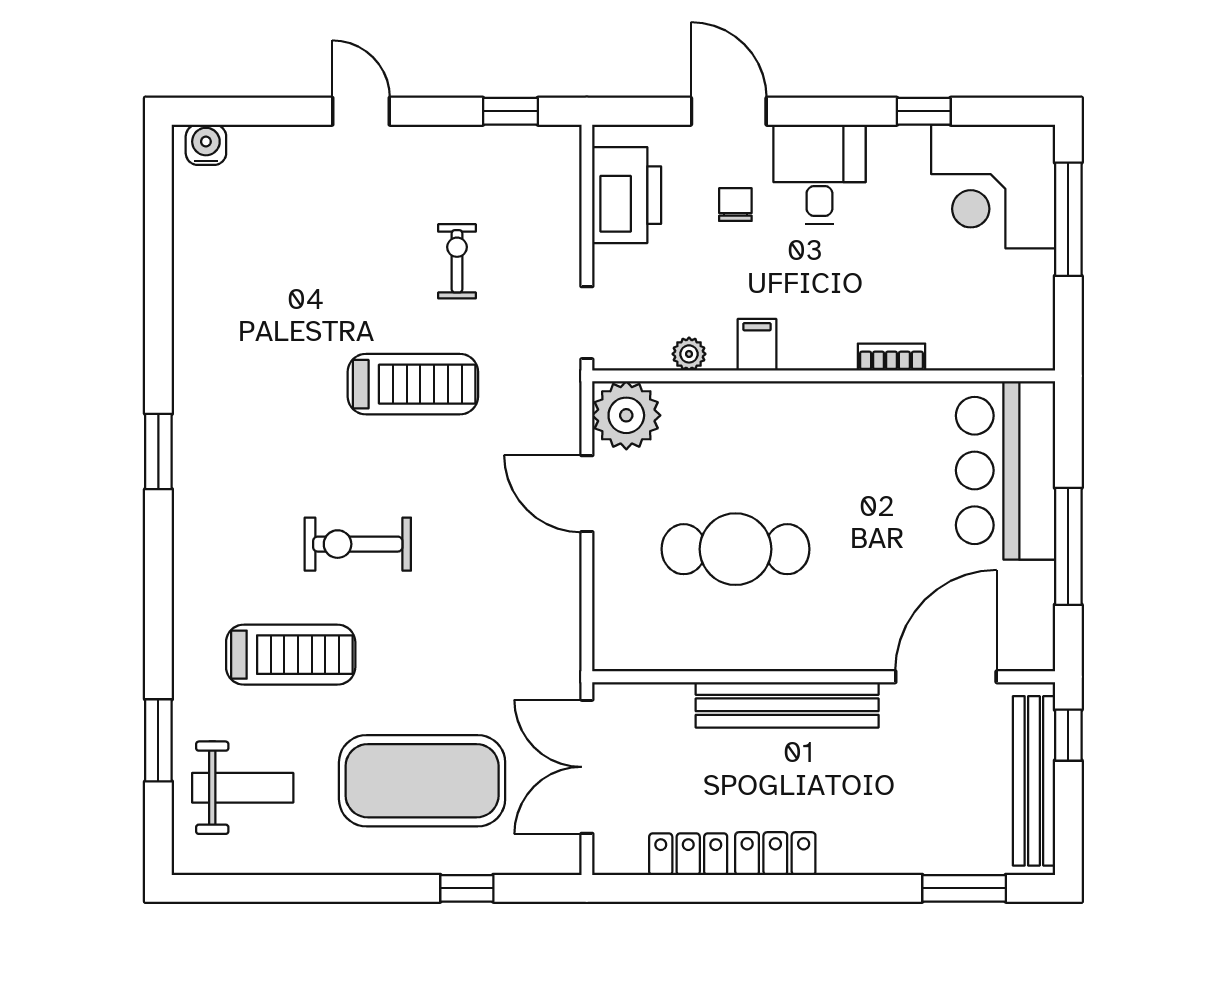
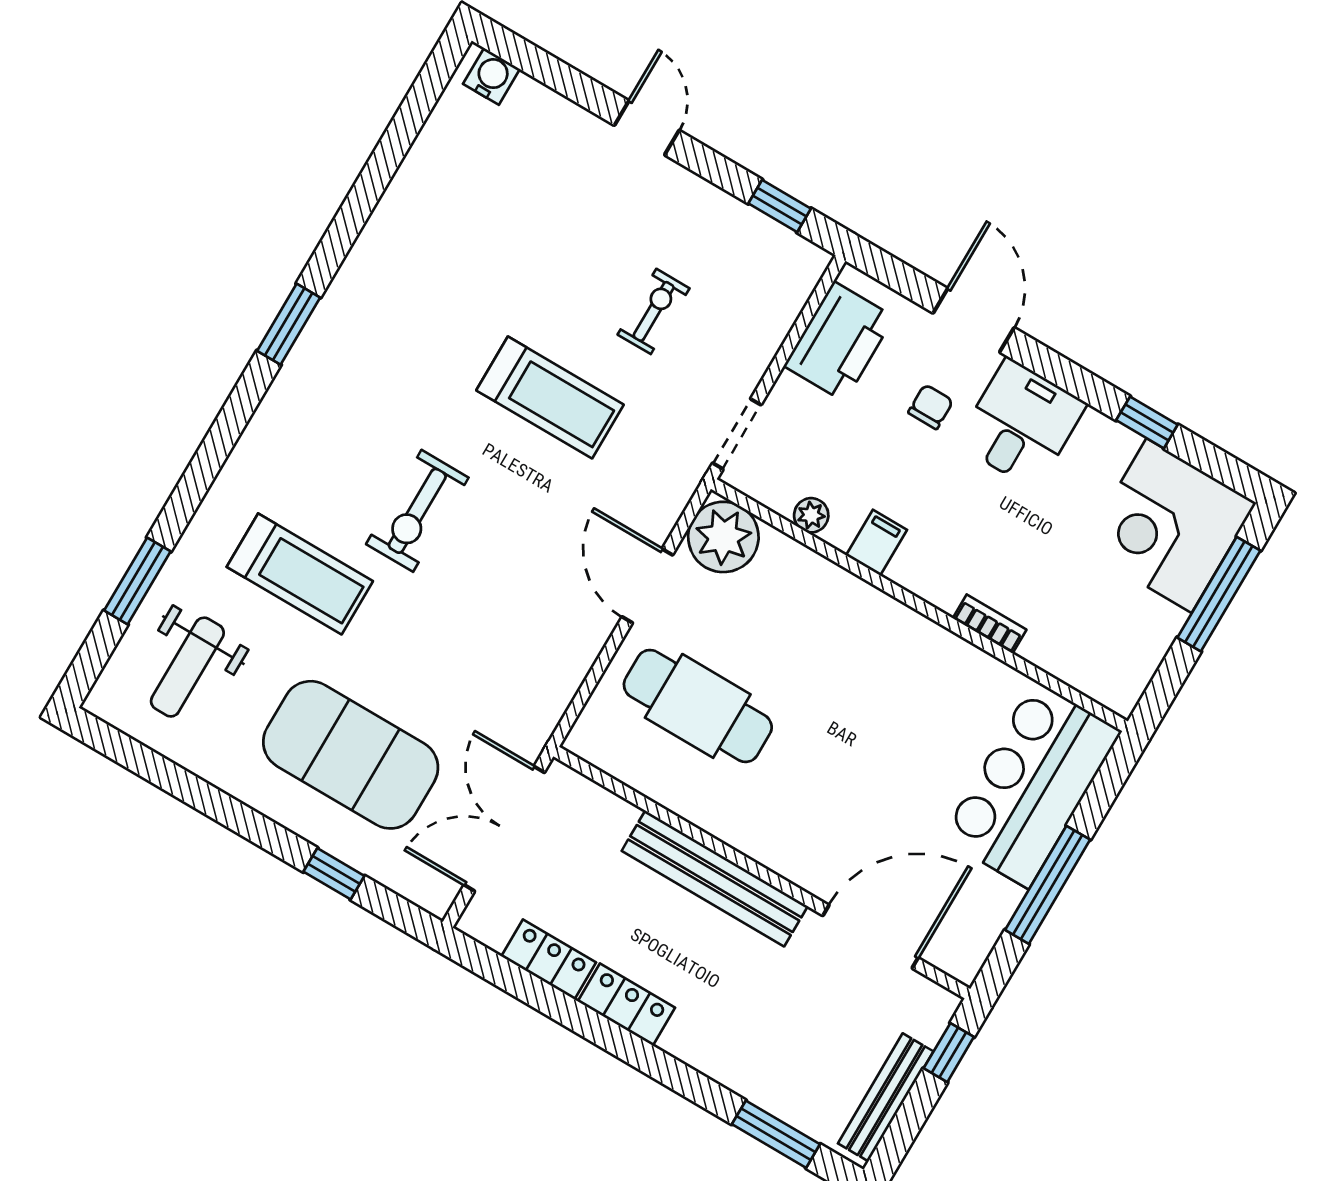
exercise bike: (358, 544) -> (417, 511), turned -90
cafe table: (736, 549) -> (698, 706), moved
bench: (1034, 781) -> (886, 1097), width x0.73, depth x0.82
weight bench: (243, 788) -> (187, 667), turned 90

